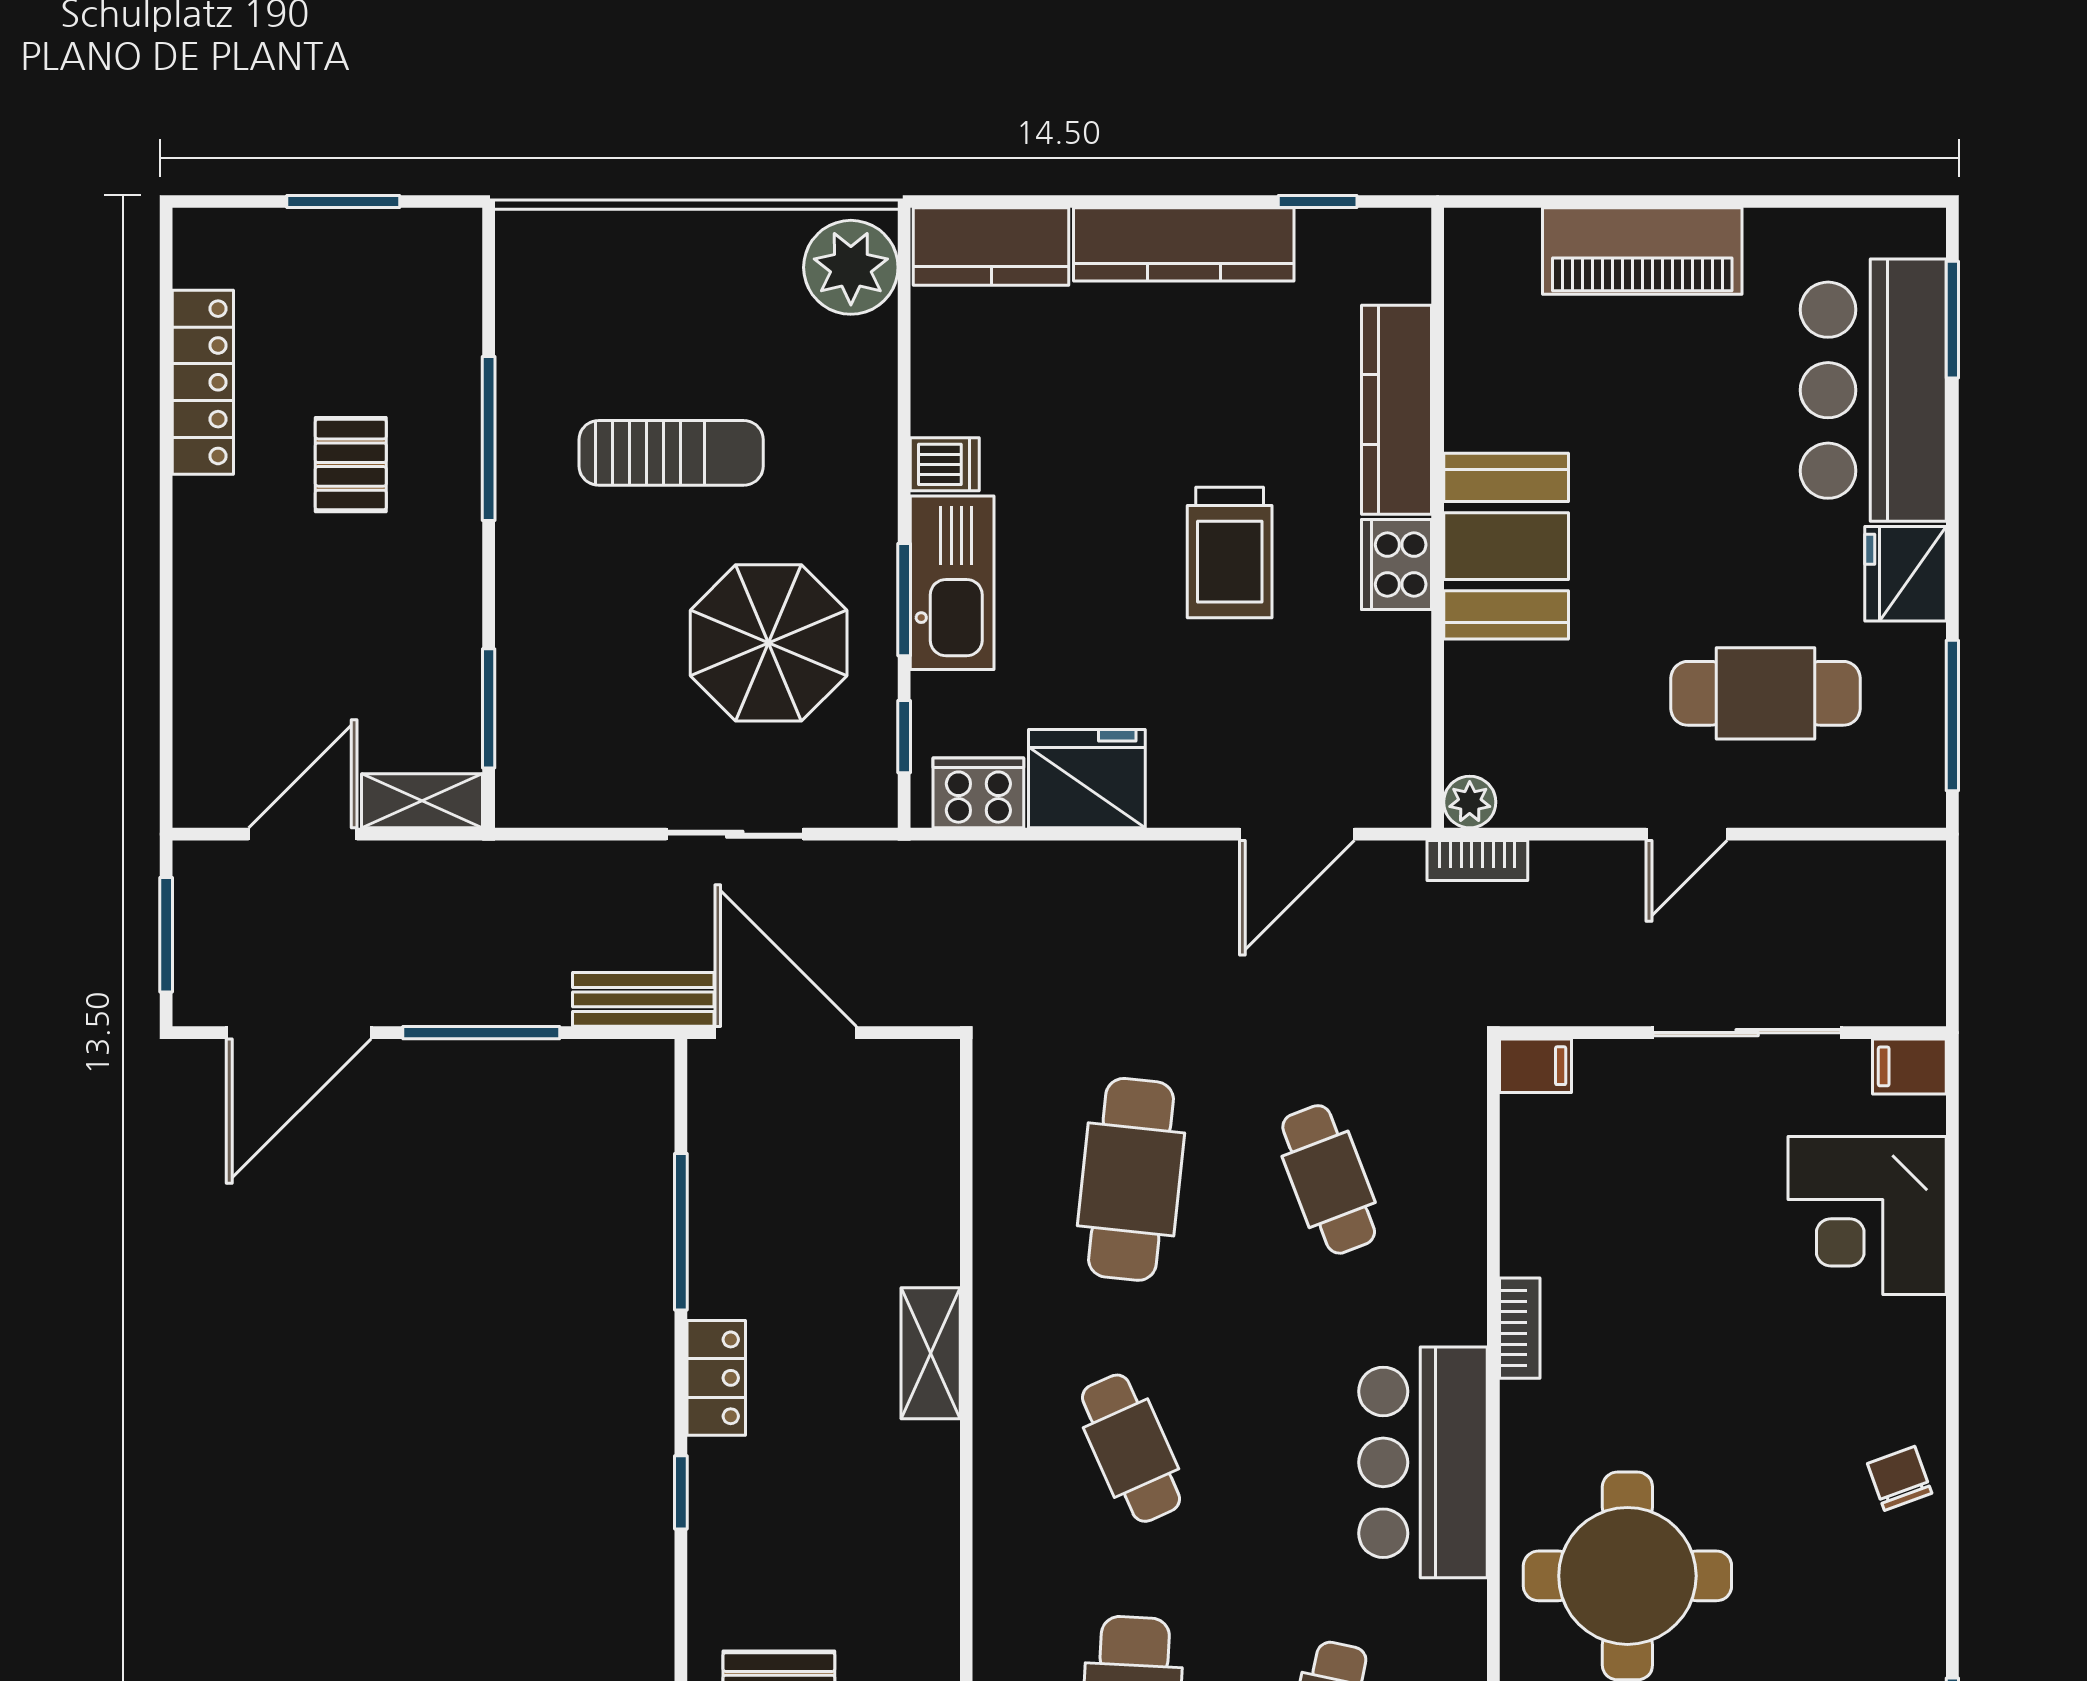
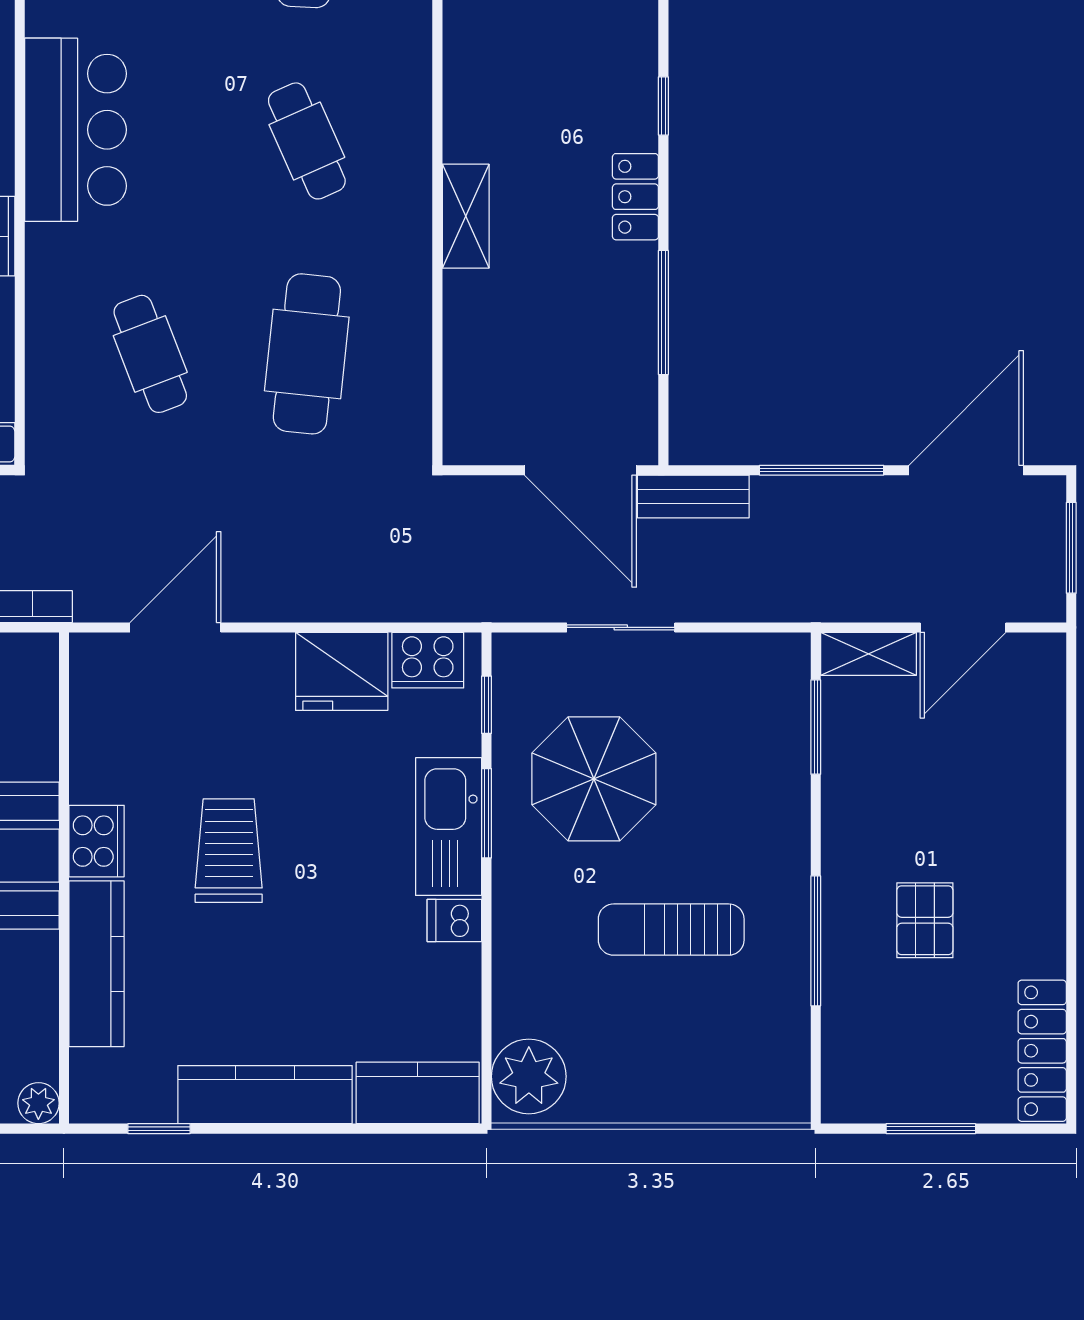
locker: (203, 382) -> (1042, 1051), moved
plant: (1470, 802) -> (38, 1103), moved

